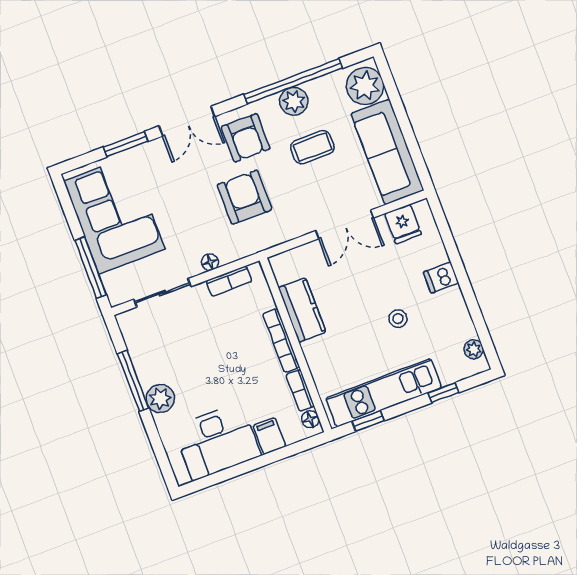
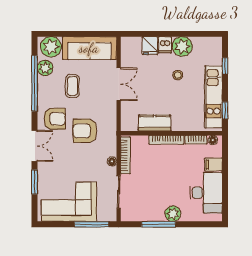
plant: (294, 101) -> (45, 68), moved
fridge: (403, 224) -> (150, 46), moved, turned 90
bookcase: (229, 281) -> (125, 155), width x1.56
plant: (474, 349) -> (182, 46), moved, width x1.88, depth x1.88

